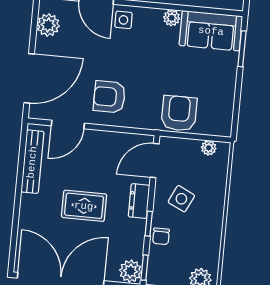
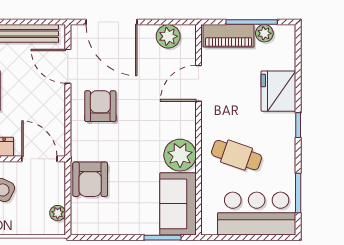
plant: (172, 18) -> (180, 155), width x1.88, depth x1.88
side table: (124, 20) -> (181, 113), removed
armchair: (179, 113) -> (90, 179), turned 90

